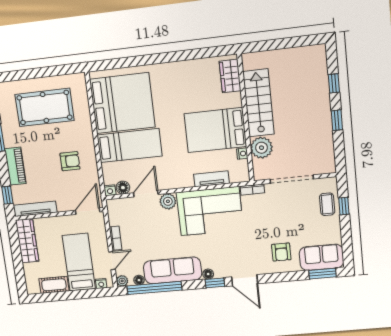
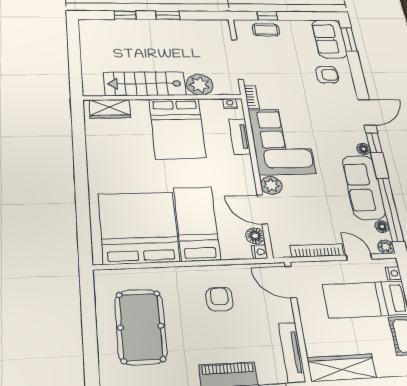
nightstand: (242, 154) -> (230, 103), moved
bookcase: (116, 238) -> (317, 251), width x1.56

